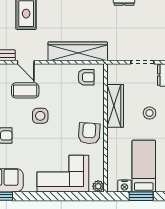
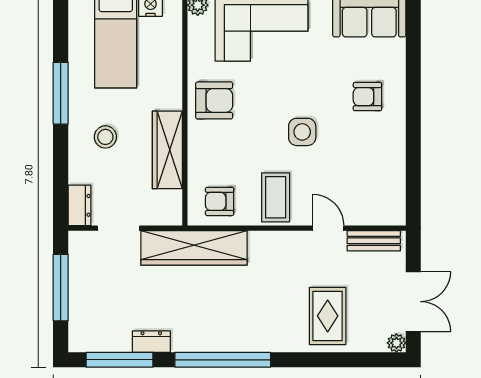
wardrobe: (78, 51) -> (194, 248), moved
coffee table: (25, 90) -> (276, 197), moved, turned 90
armchair: (89, 133) -> (214, 100), turned -94

